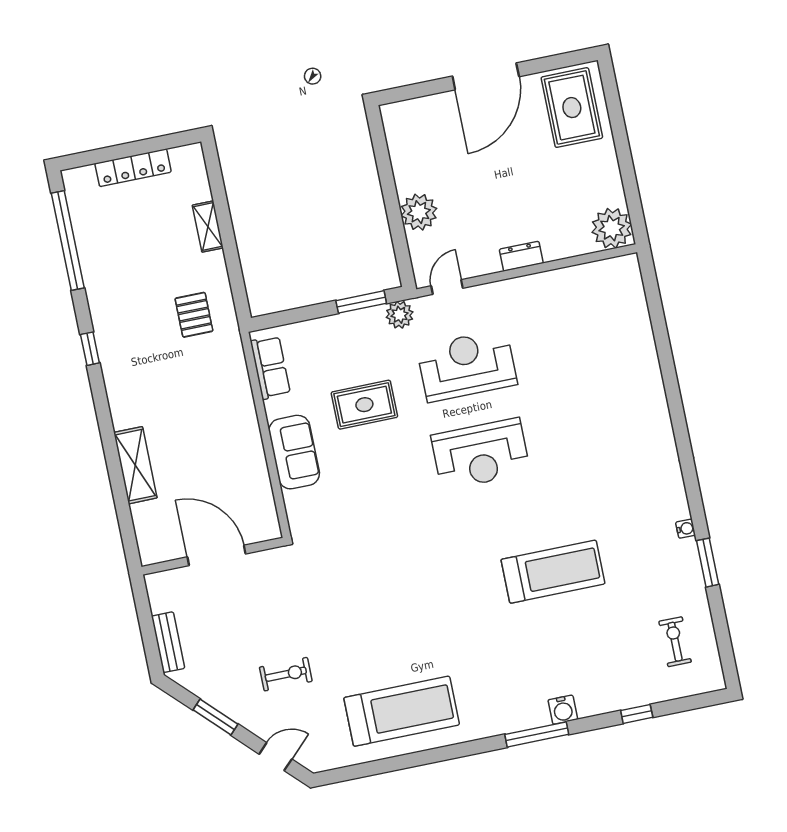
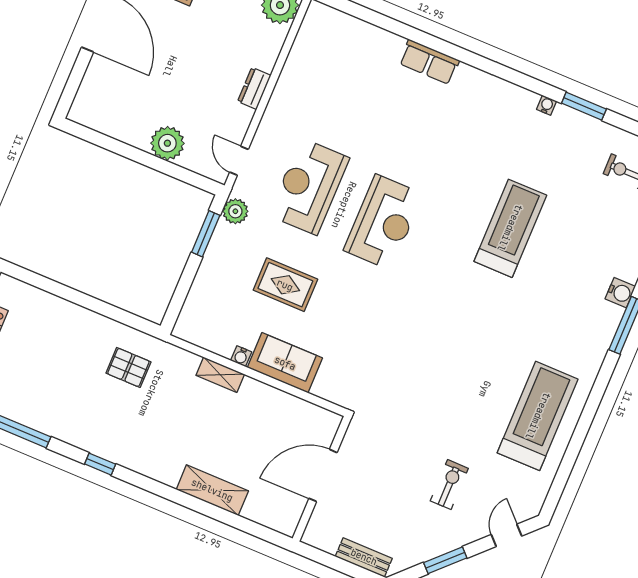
shelving: (208, 227) -> (220, 375), moved
row of seats: (270, 367) -> (429, 62), moved, turned 180
rug: (364, 405) -> (285, 285), turned 90
water cooler: (273, 409) -> (241, 356), added

